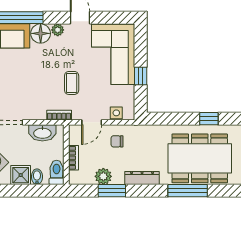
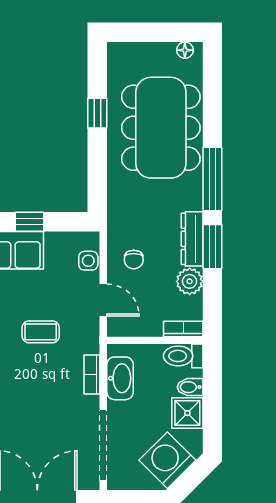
bookcase: (59, 115) -> (92, 375), moved
bookcase: (73, 158) -> (183, 329), moved
dresser: (142, 178) -> (192, 239), moved
window: (112, 191) -> (212, 247), moved
window: (188, 191) -> (212, 179), moved

